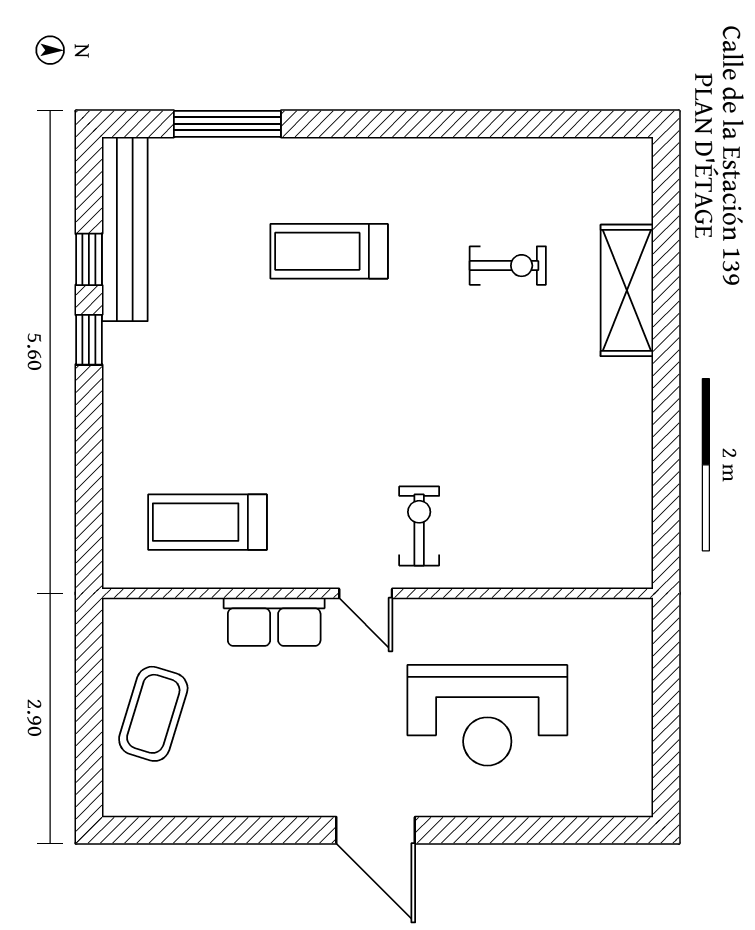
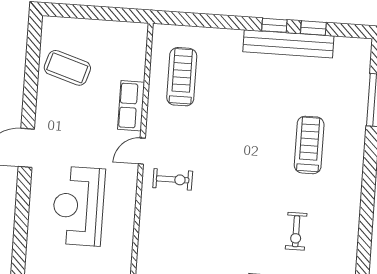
bench: (125, 229) -> (288, 44), moved
coffee table: (153, 714) -> (67, 68), moved

